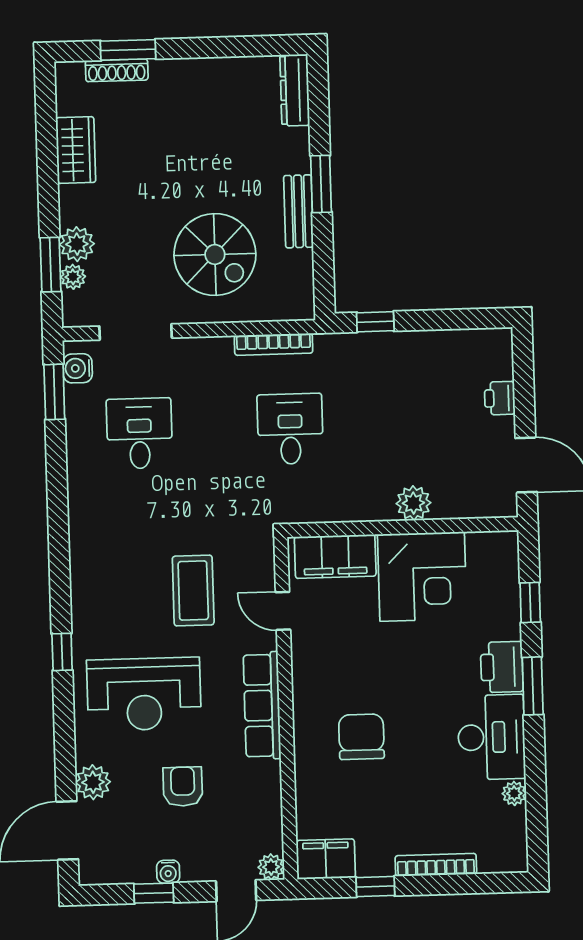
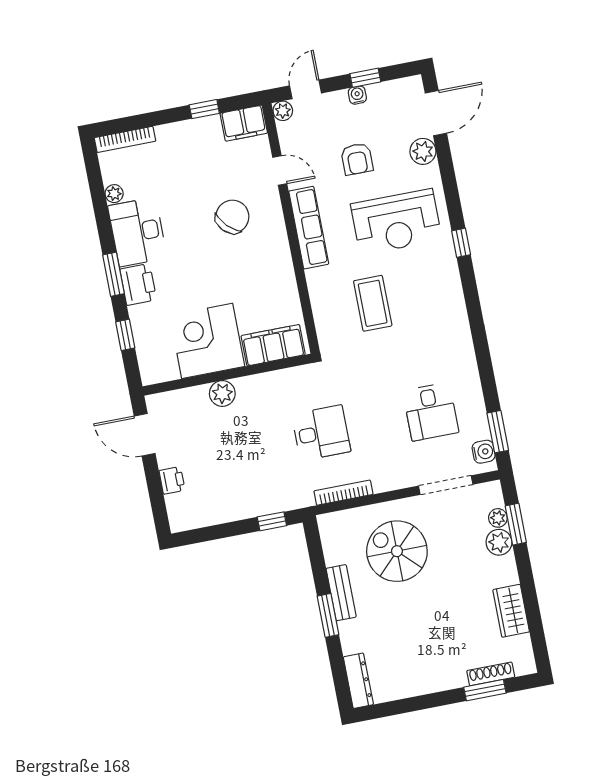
desk: (290, 429) -> (321, 433), turned -90
door: (283, 611) -> (280, 170), moved
reception desk: (144, 694) -> (396, 222), turned 180
chair: (361, 737) -> (232, 217), turned -134
bookcase: (436, 865) -> (125, 139), moved

